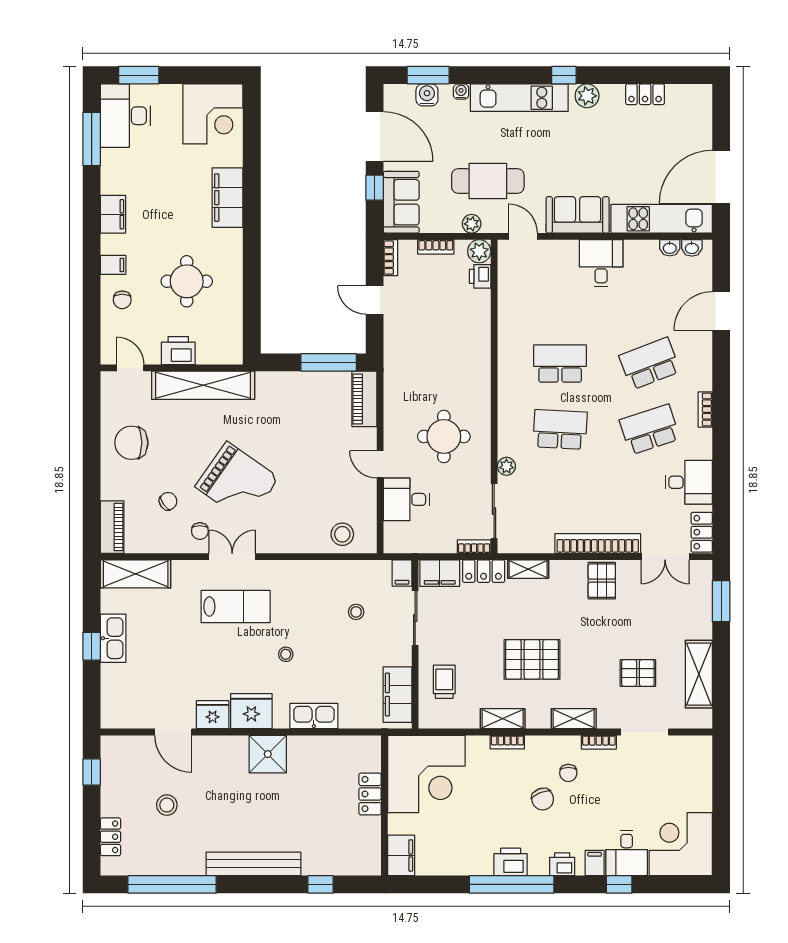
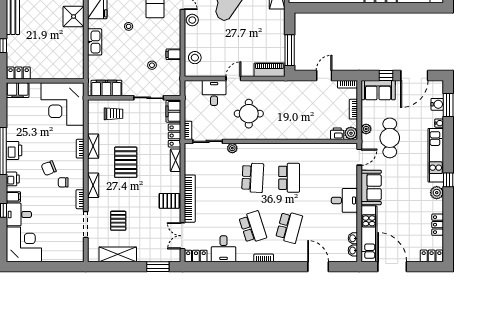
locker: (702, 105) -> (432, 256), added
school desk: (650, 363) -> (289, 227), turned 36
stool: (274, 539) -> (192, 20), added
filing cabinet: (402, 573) -> (173, 54), moved
locker: (370, 794) -> (19, 73), moved

